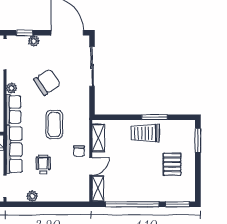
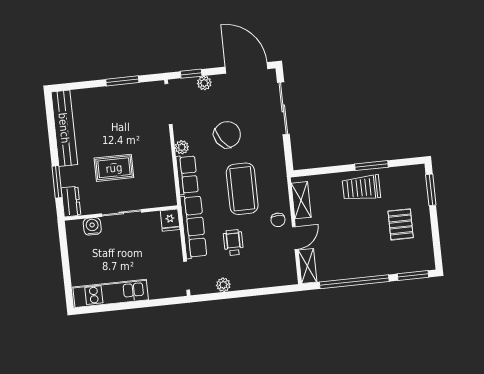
coffee table: (54, 125) -> (242, 189), width x1.36, depth x1.32

